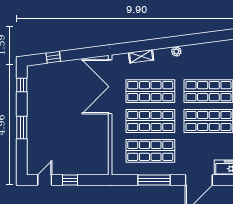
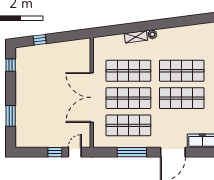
shelving: (141, 56) -> (136, 37), moved
double door: (110, 87) -> (92, 97), moved
window: (22, 127) -> (11, 116), moved
door: (45, 180) -> (75, 152), moved

